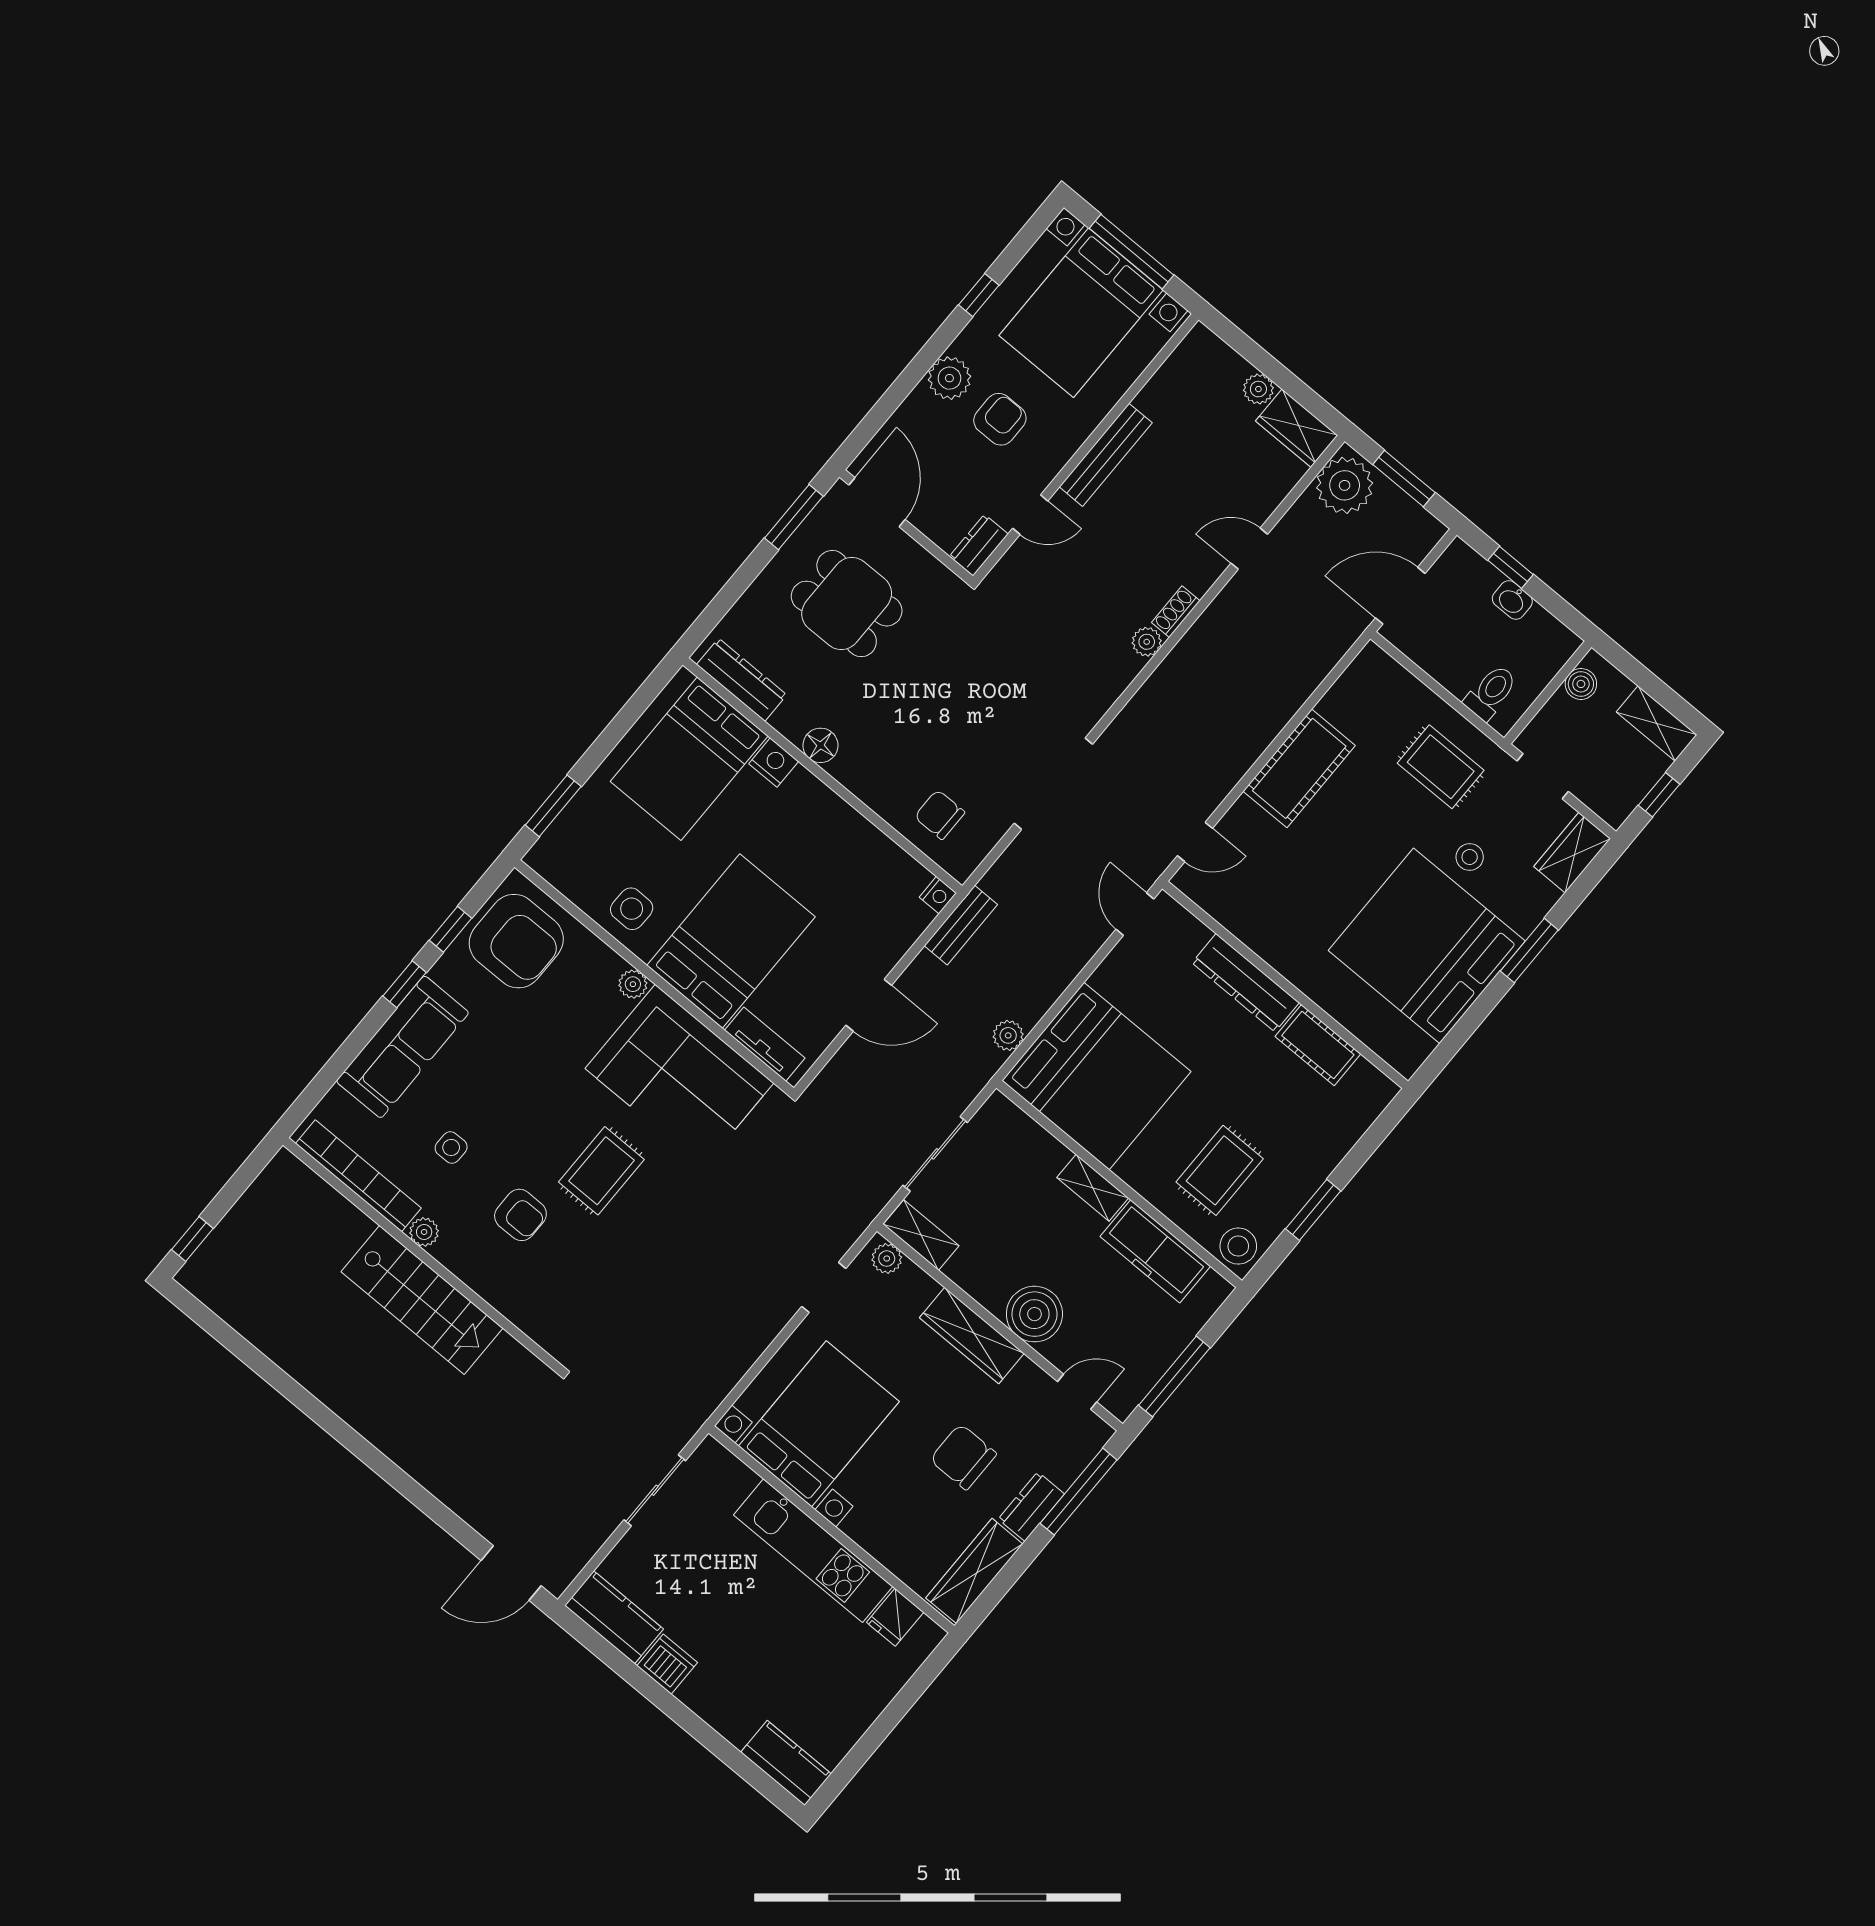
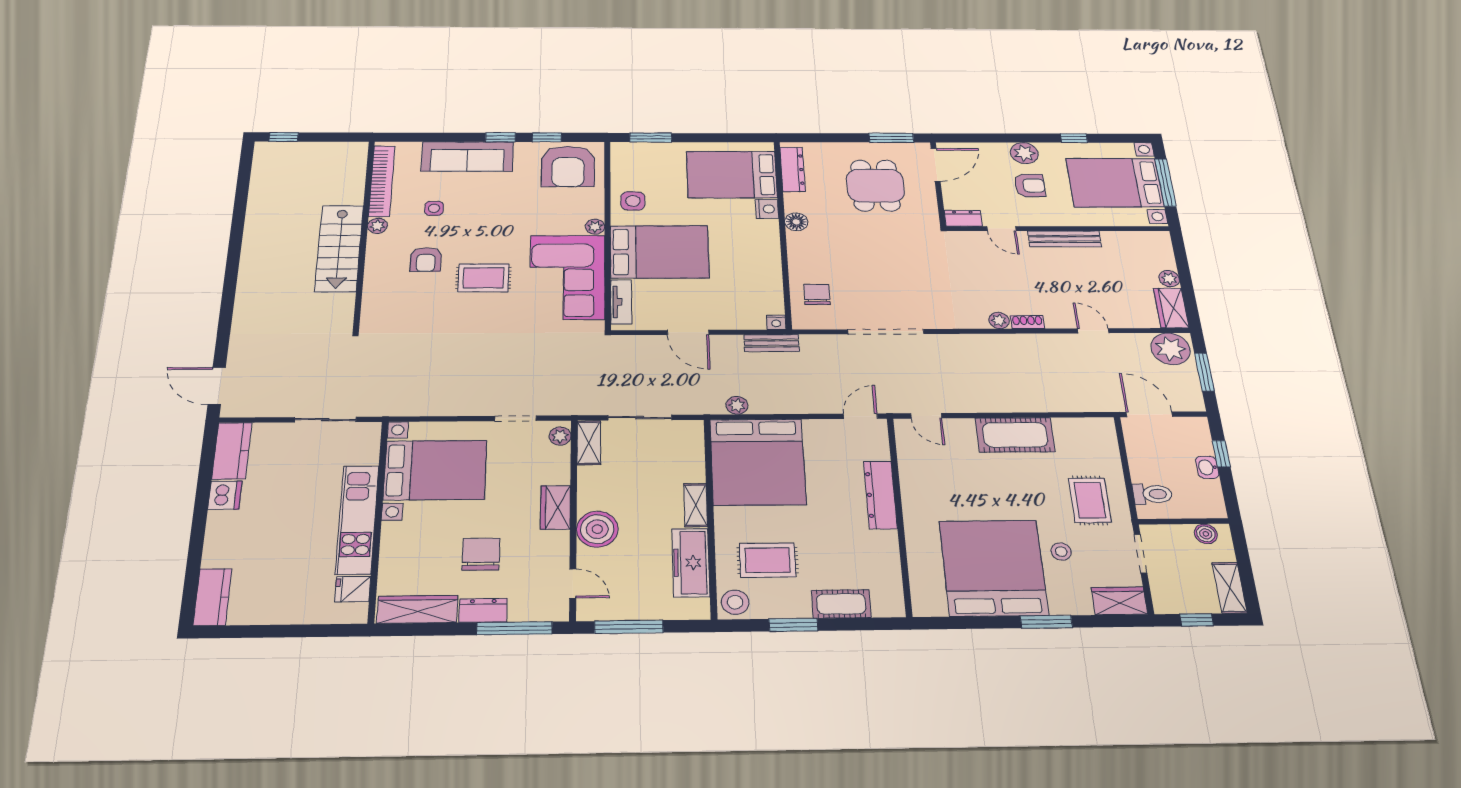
cot: (1318, 1045) -> (841, 604), moved, turned 90
wardrobe: (972, 1336) -> (556, 507), width x0.67

